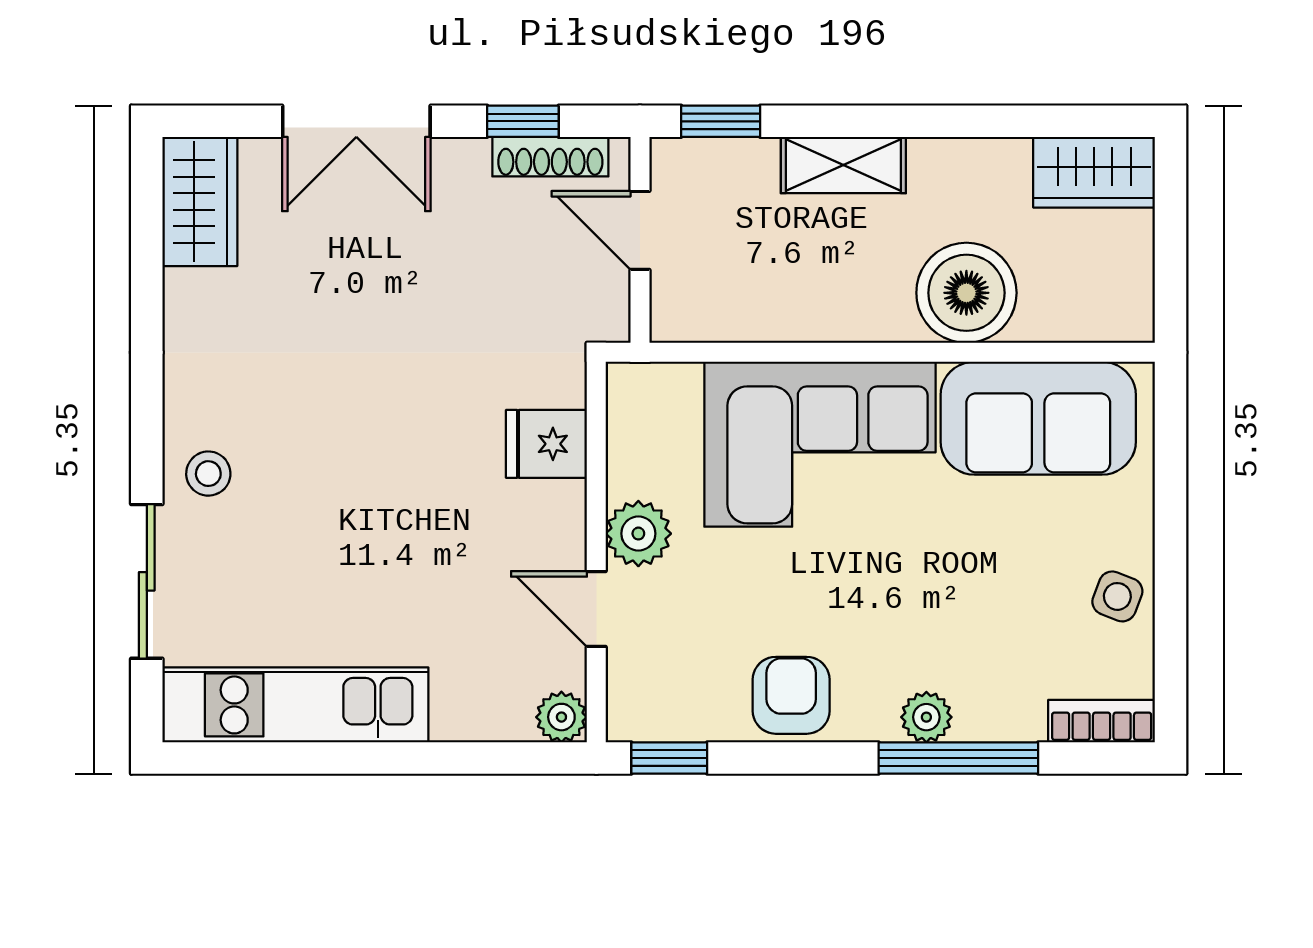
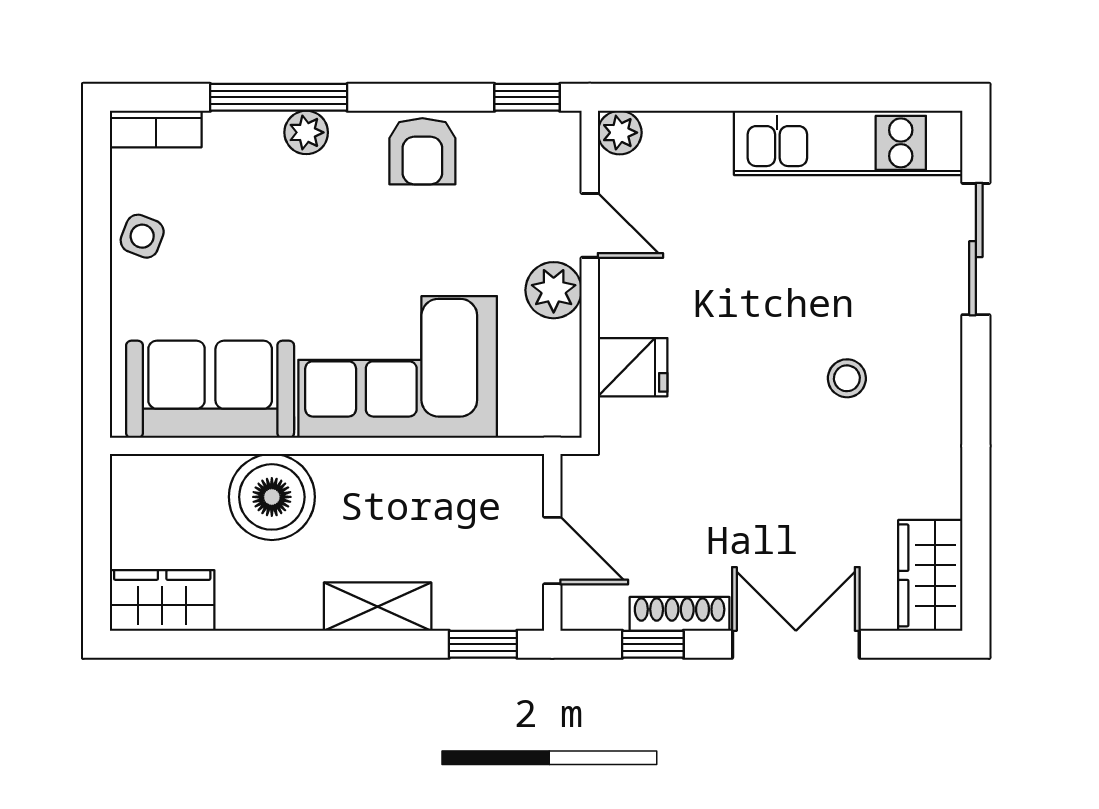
shoe rack: (550, 157) -> (680, 614), moved
stool: (208, 474) -> (847, 378), moved

